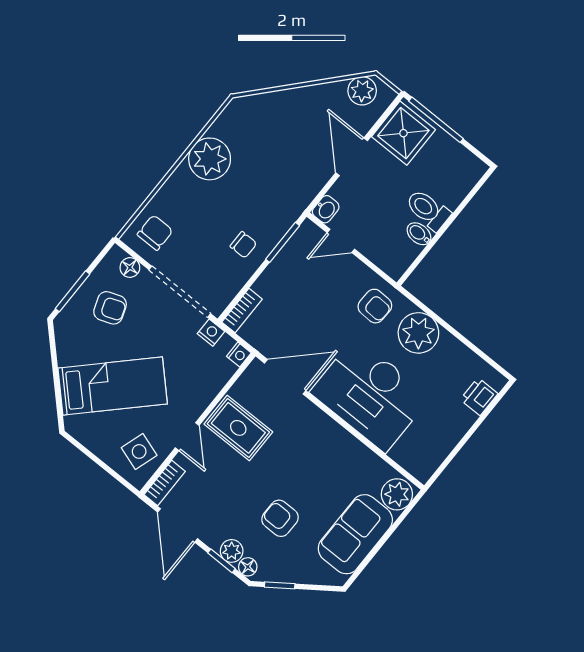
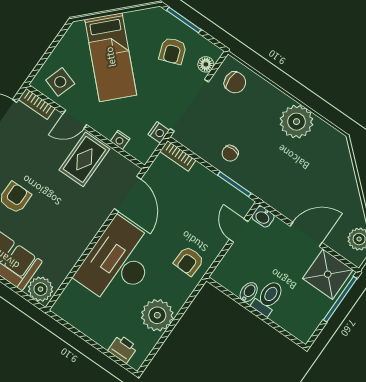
plant: (418, 333) -> (157, 315), moved
nightstand: (239, 355) -> (120, 140), moved

